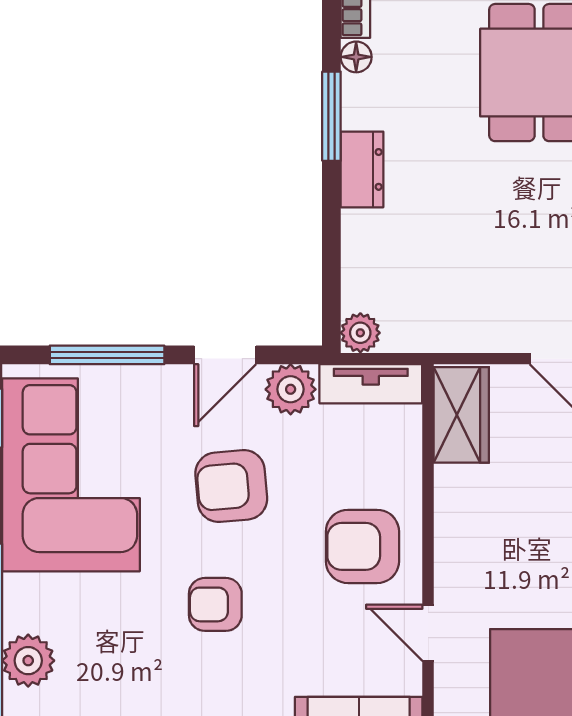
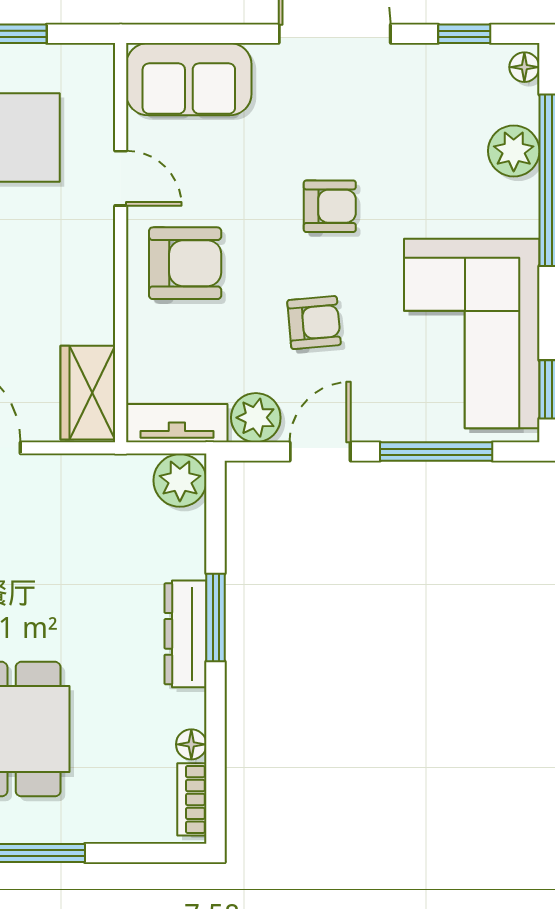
window: (331, 116) -> (216, 618), moved
dresser: (362, 169) -> (186, 634), width x1.44
plant: (360, 333) -> (180, 480), width x1.38, depth x1.38
armchair: (231, 486) -> (314, 323), width x0.72, depth x0.72

